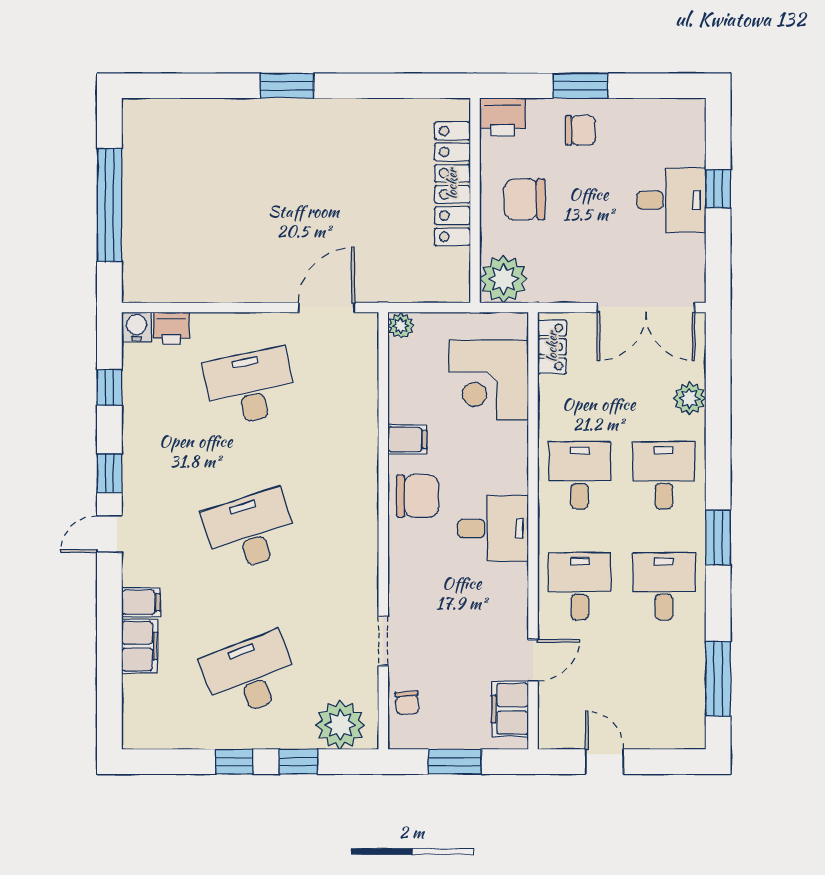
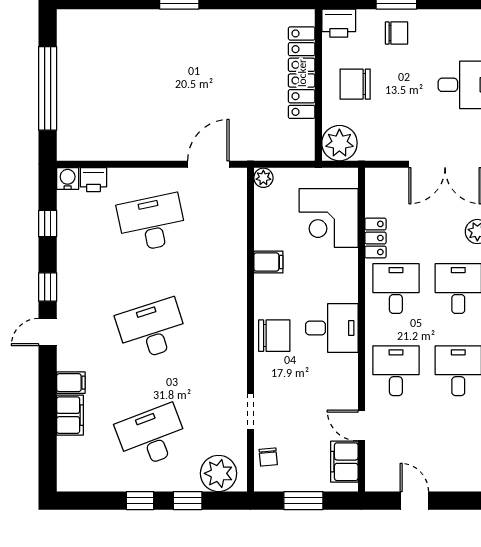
locker: (552, 347) -> (375, 238), moved
chair: (417, 496) -> (274, 336), moved
door: (533, 660) -> (361, 426), swing flipped

